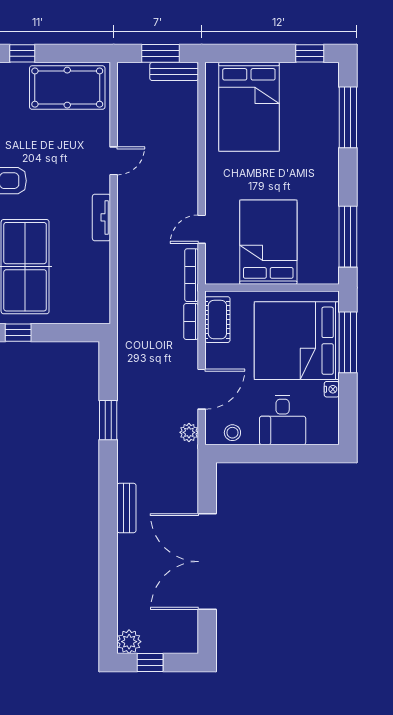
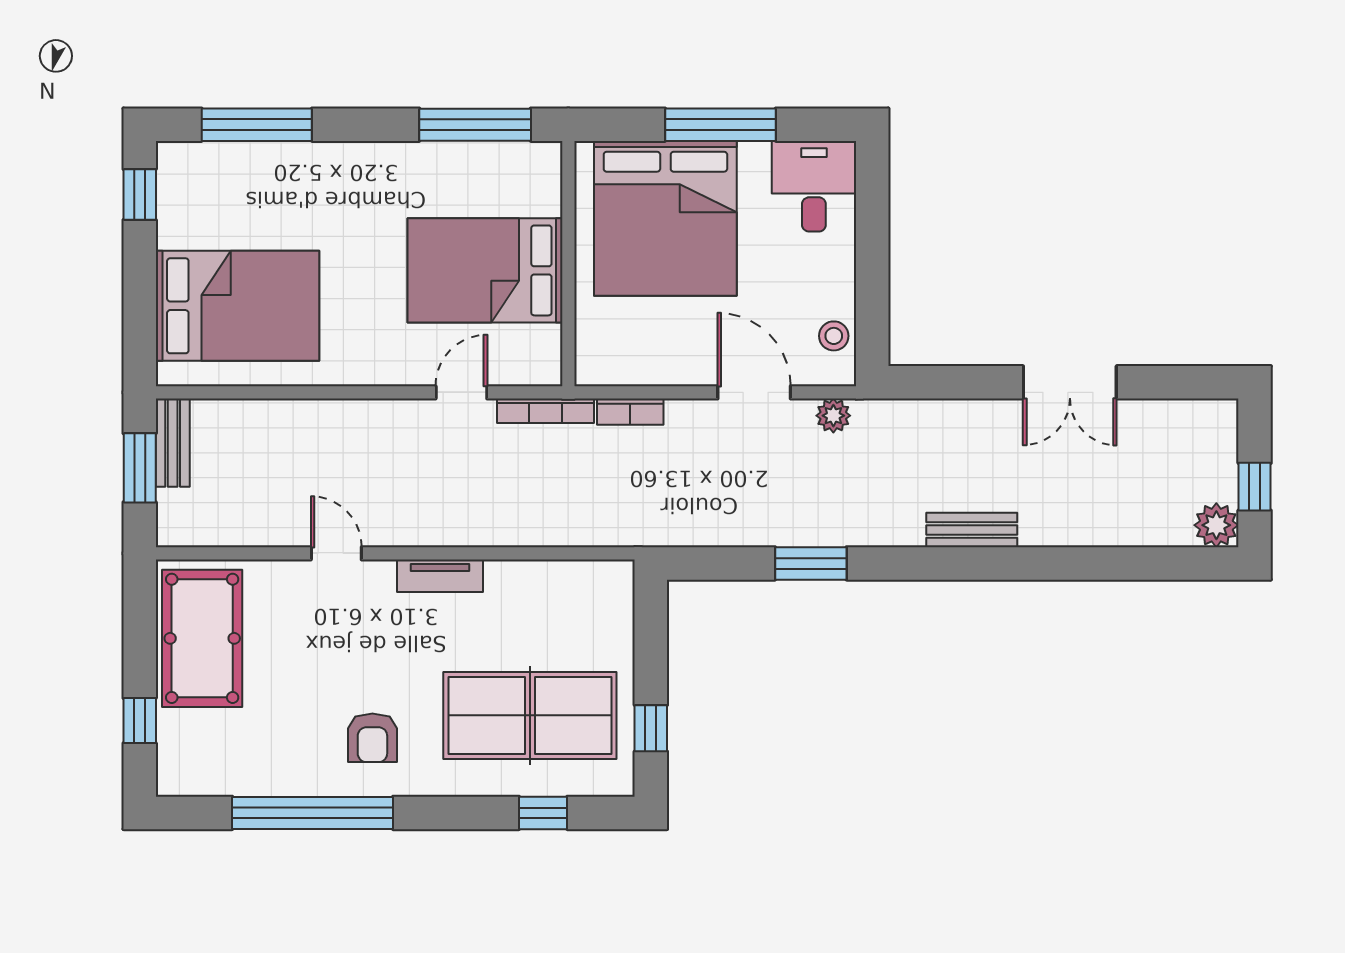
door: (202, 229) -> (461, 392), swing flipped
cot: (217, 320) -> (627, 363), removed
window: (348, 342) -> (720, 125), moved
nightstand: (332, 389) -> (754, 154), removed
desk: (283, 420) -> (814, 186), moved, turned -90
double door: (207, 562) -> (1070, 382), width x0.54

